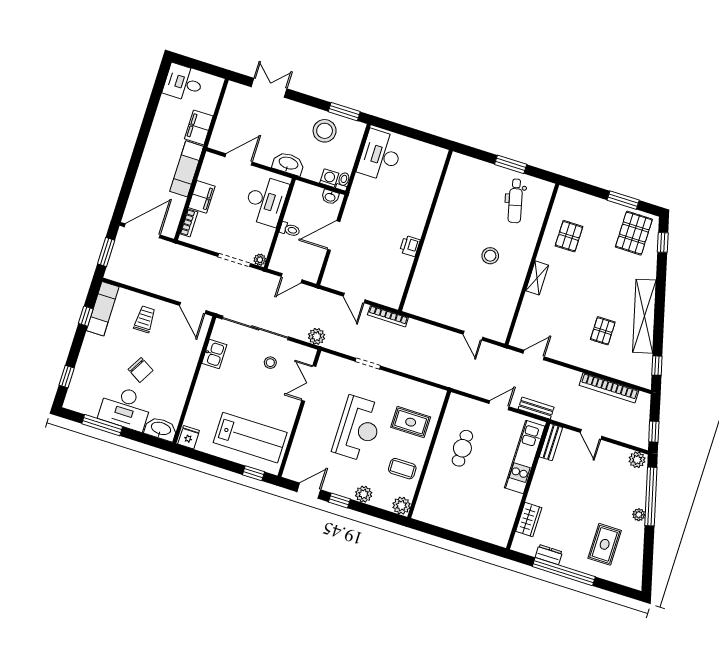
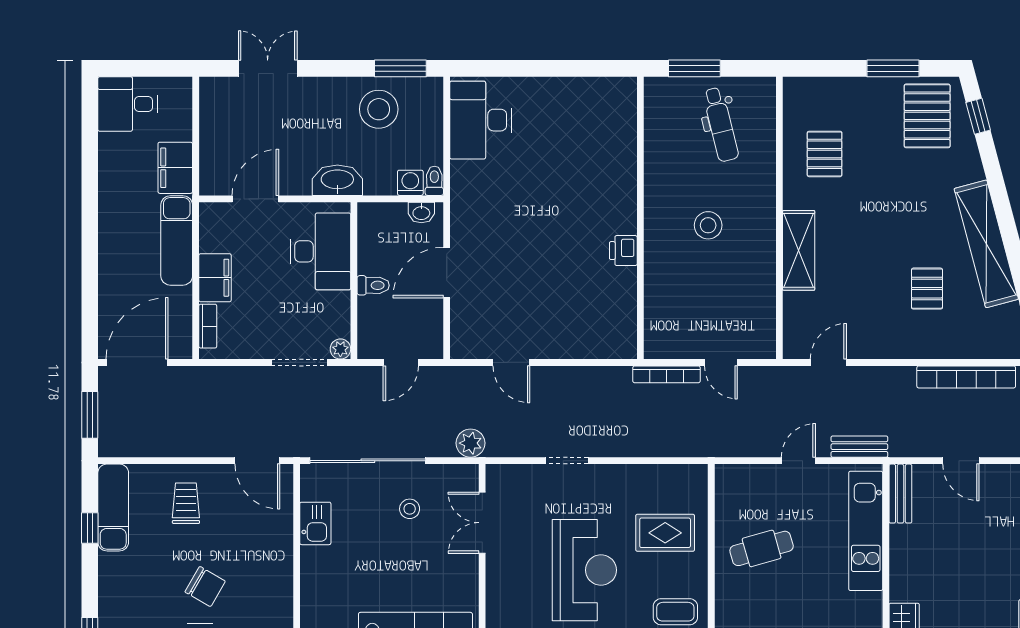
wall: (425, 231) -> (640, 218), moved
printer: (410, 246) -> (623, 251), moved
shelving: (537, 278) -> (799, 250), width x1.50, depth x1.33
bookcase: (388, 316) -> (666, 374), moved
cafe table: (462, 448) -> (762, 548), turned 74

